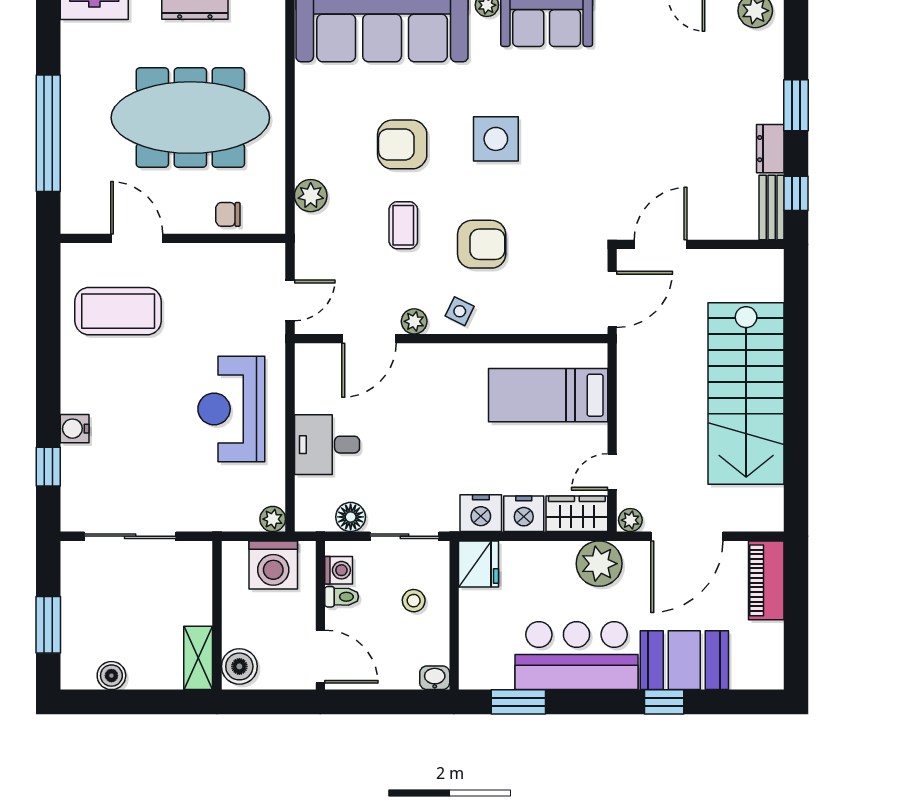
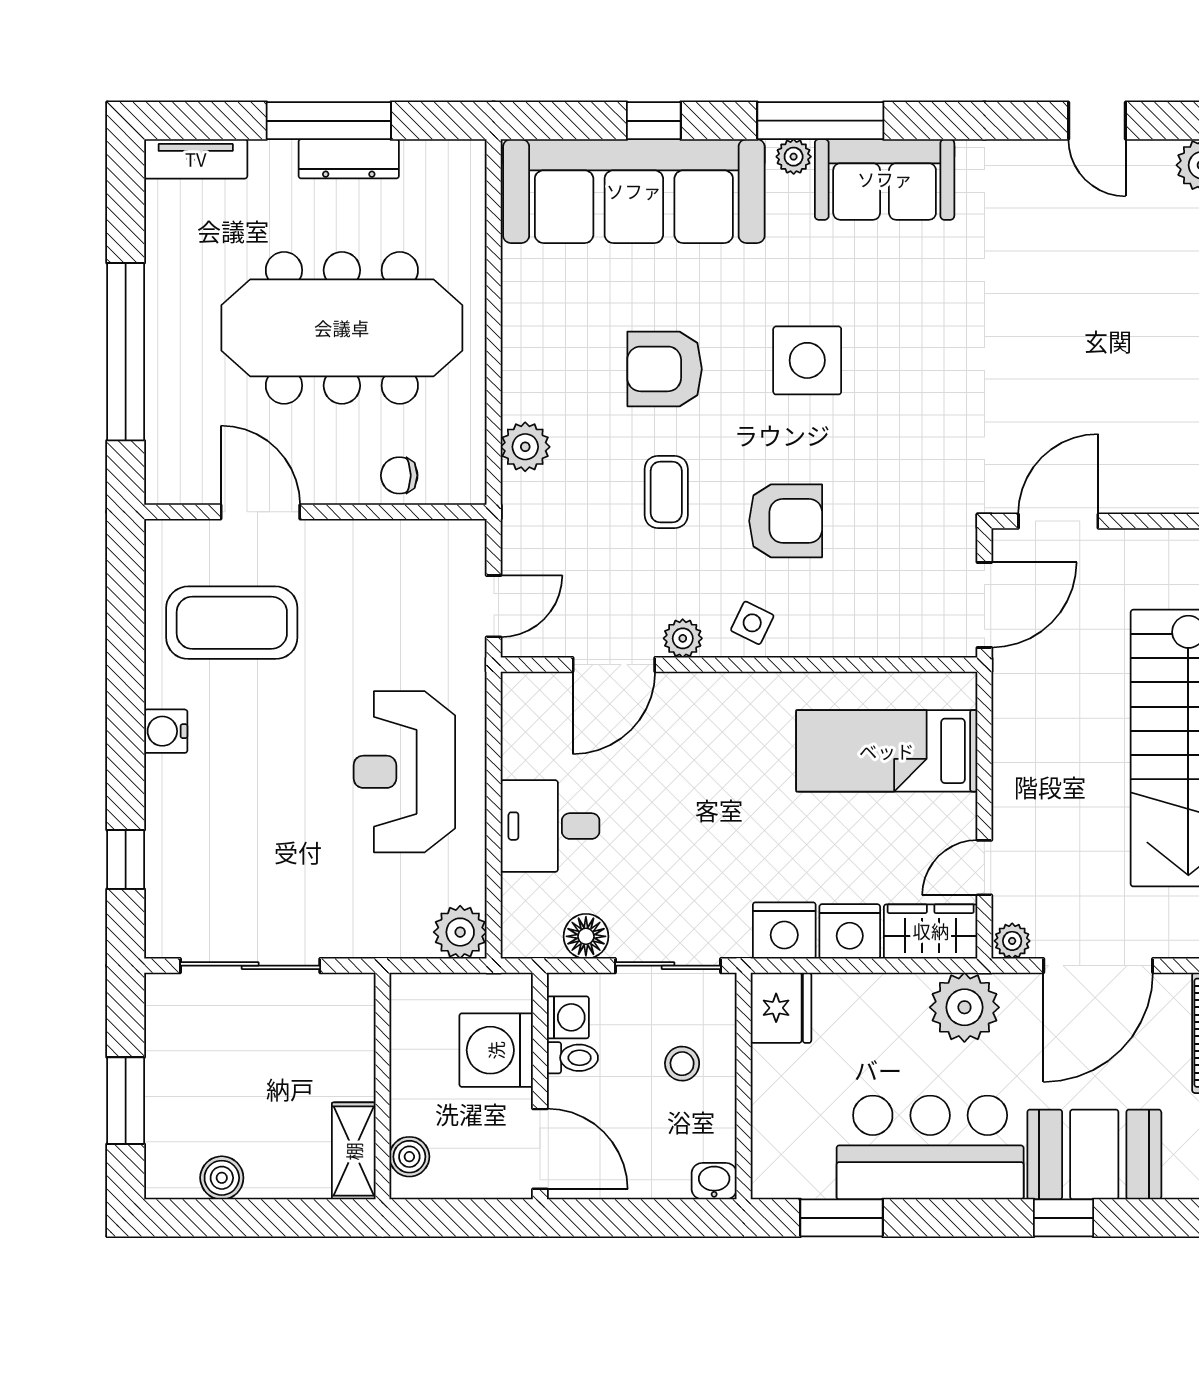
water cooler: (75, 429) -> (166, 731), moved
plant: (273, 519) -> (460, 932), width x1.38, depth x1.38
washing machine: (273, 565) -> (496, 1050), moved, turned 90
boiler: (239, 666) -> (409, 1157), width x0.73, depth x0.73

